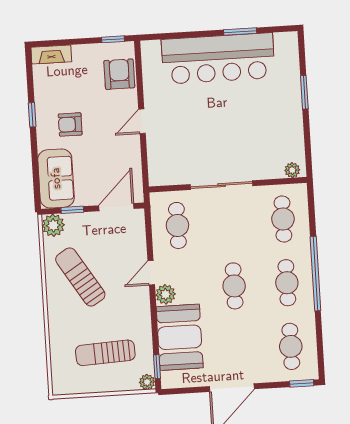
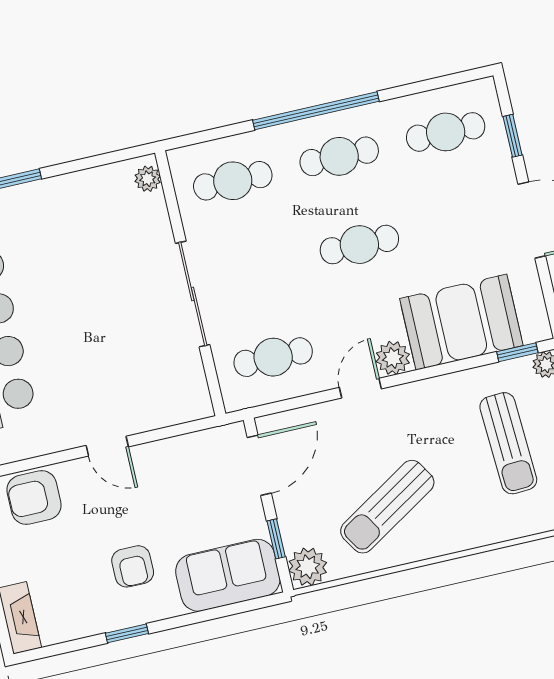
door: (116, 207) -> (259, 465), swing flipped
door: (151, 273) -> (360, 388), swing flipped
window: (302, 383) -> (513, 136), moved

